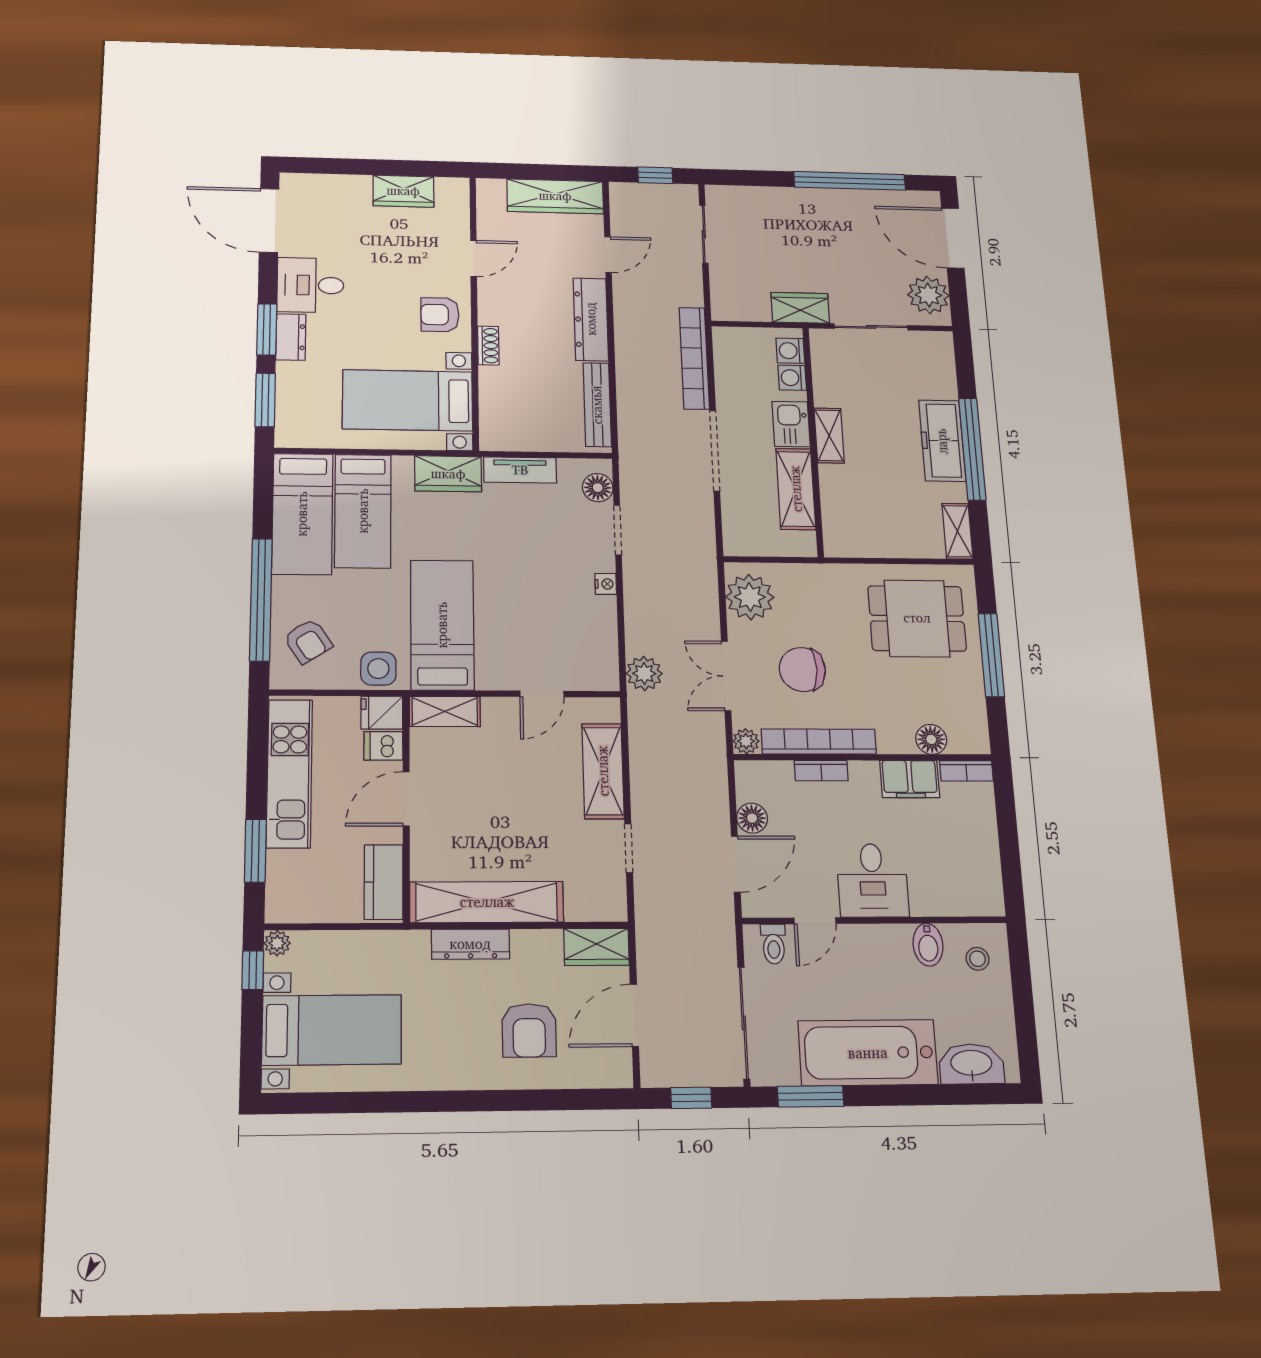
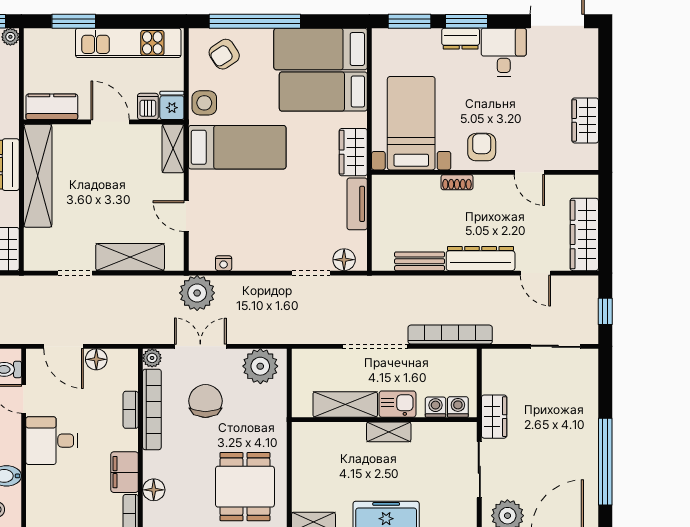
bench: (597, 405) -> (420, 261), width x0.73
nightstand: (606, 584) -> (224, 263), moved
plant: (644, 673) -> (197, 293), width x1.36, depth x1.36

